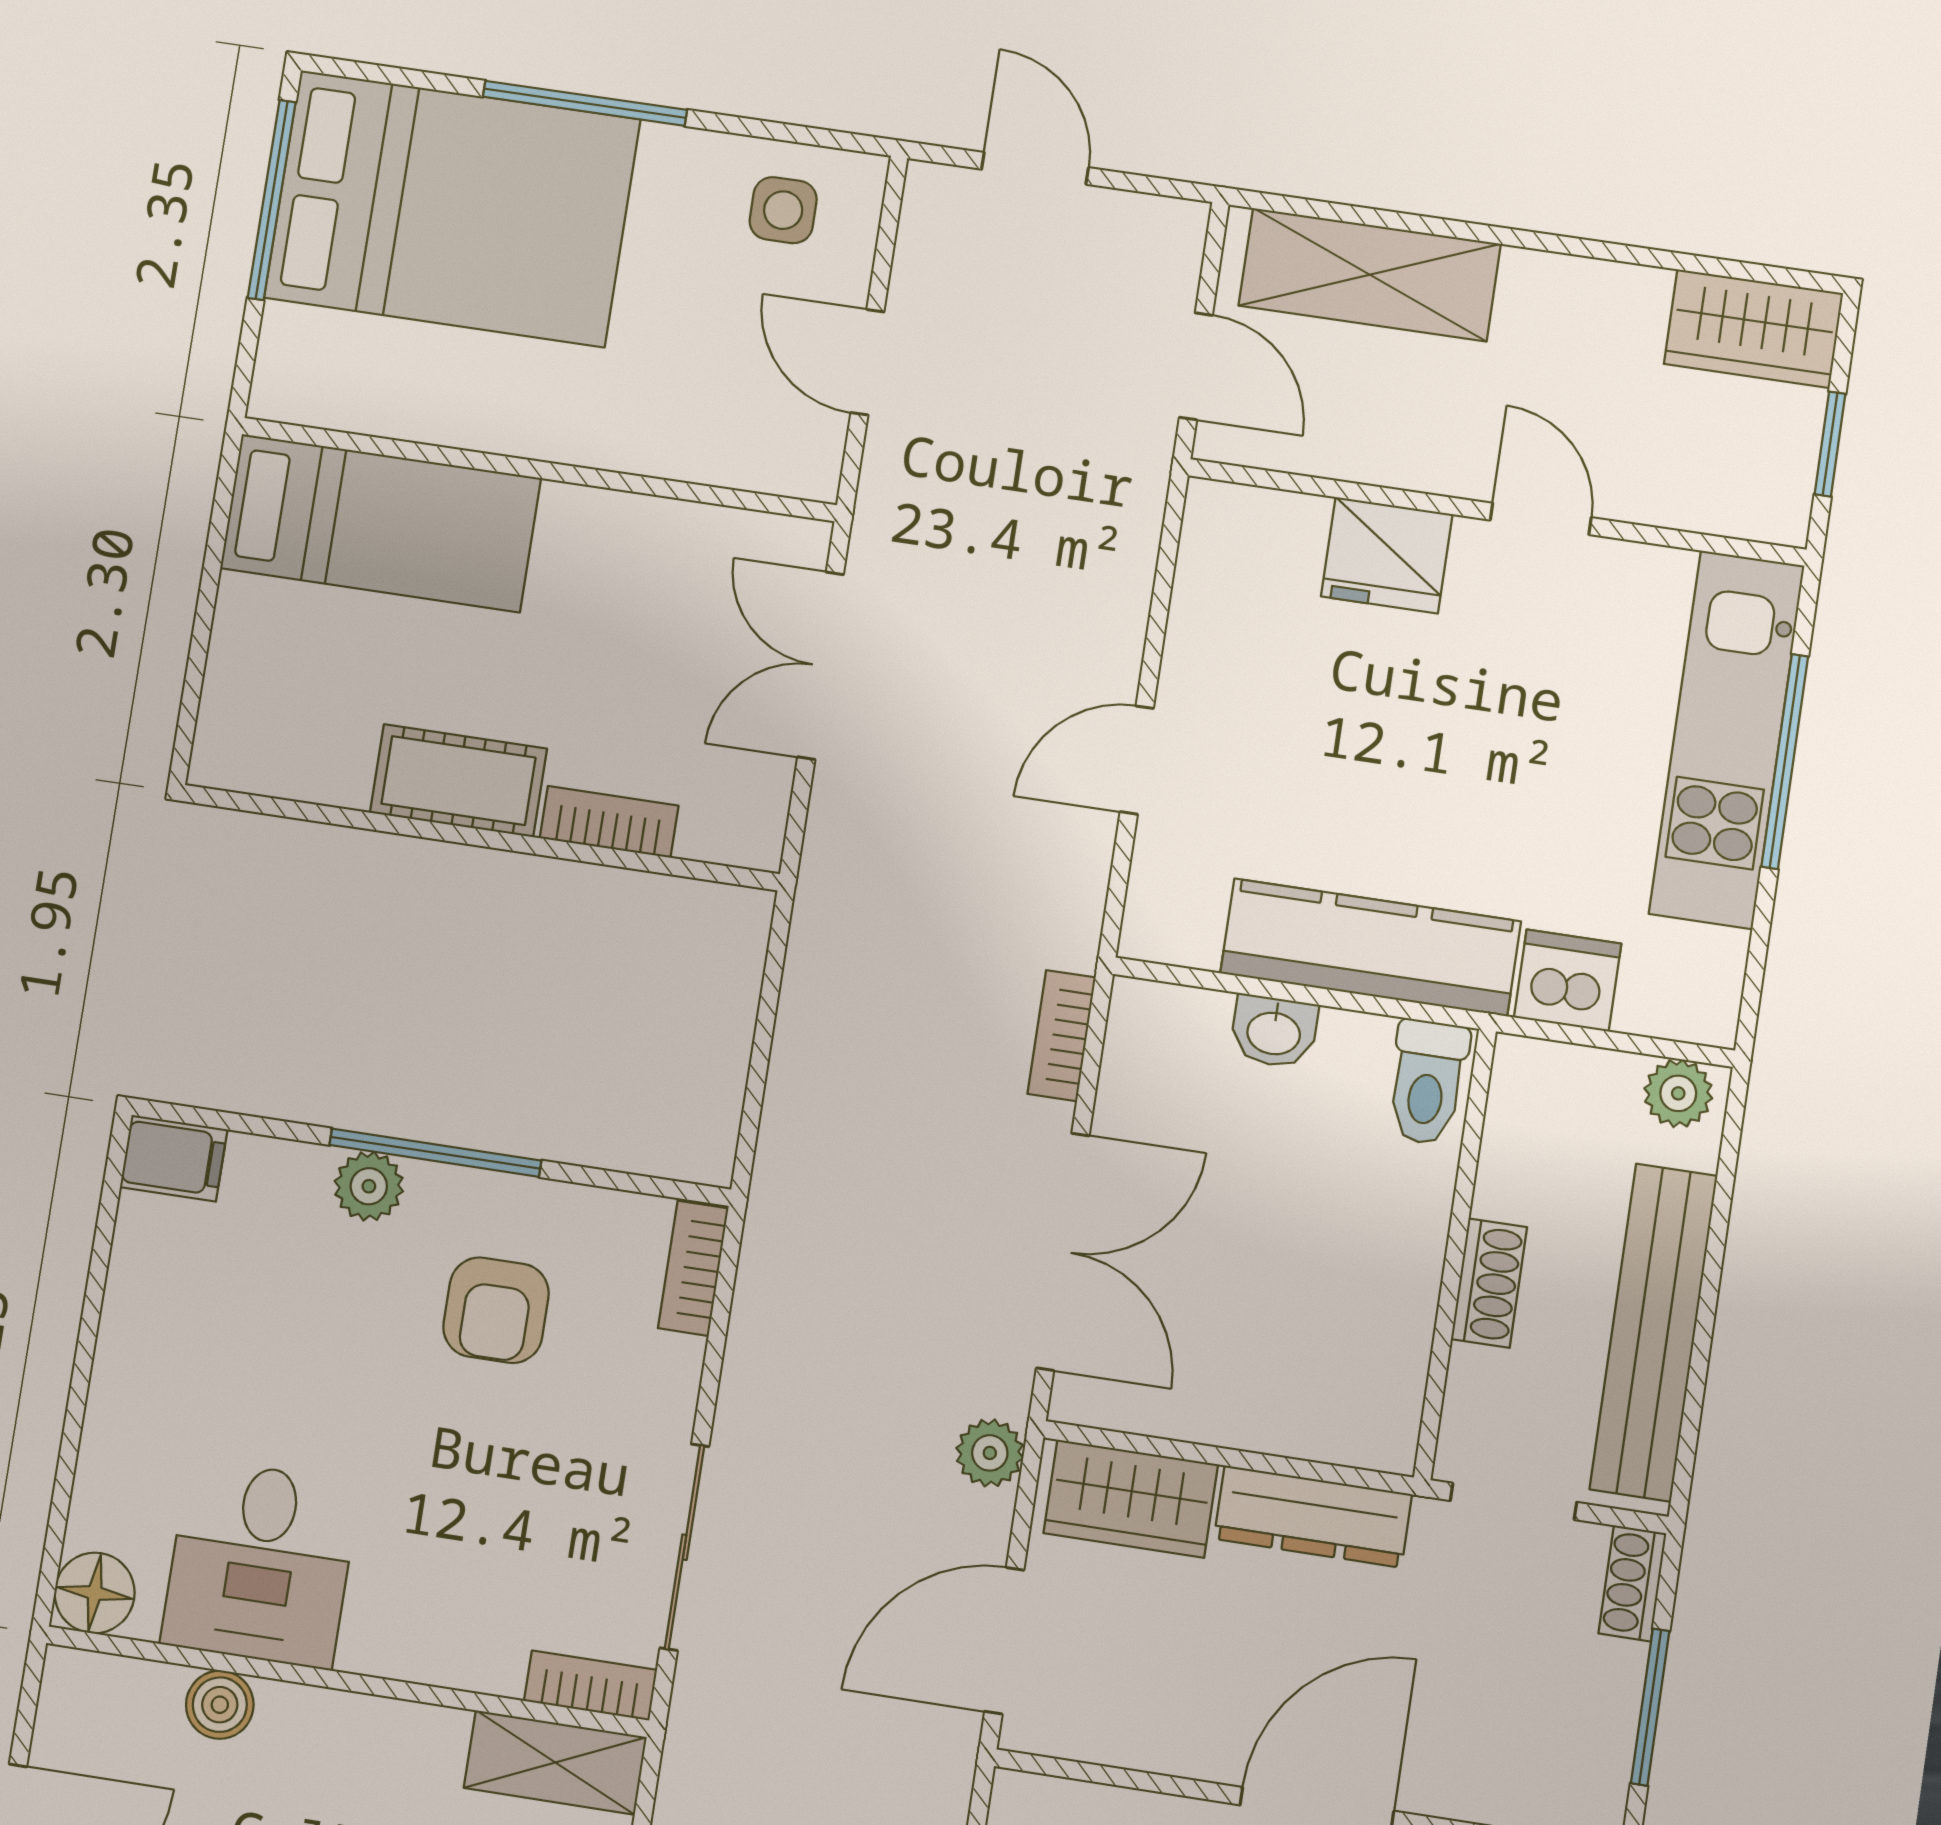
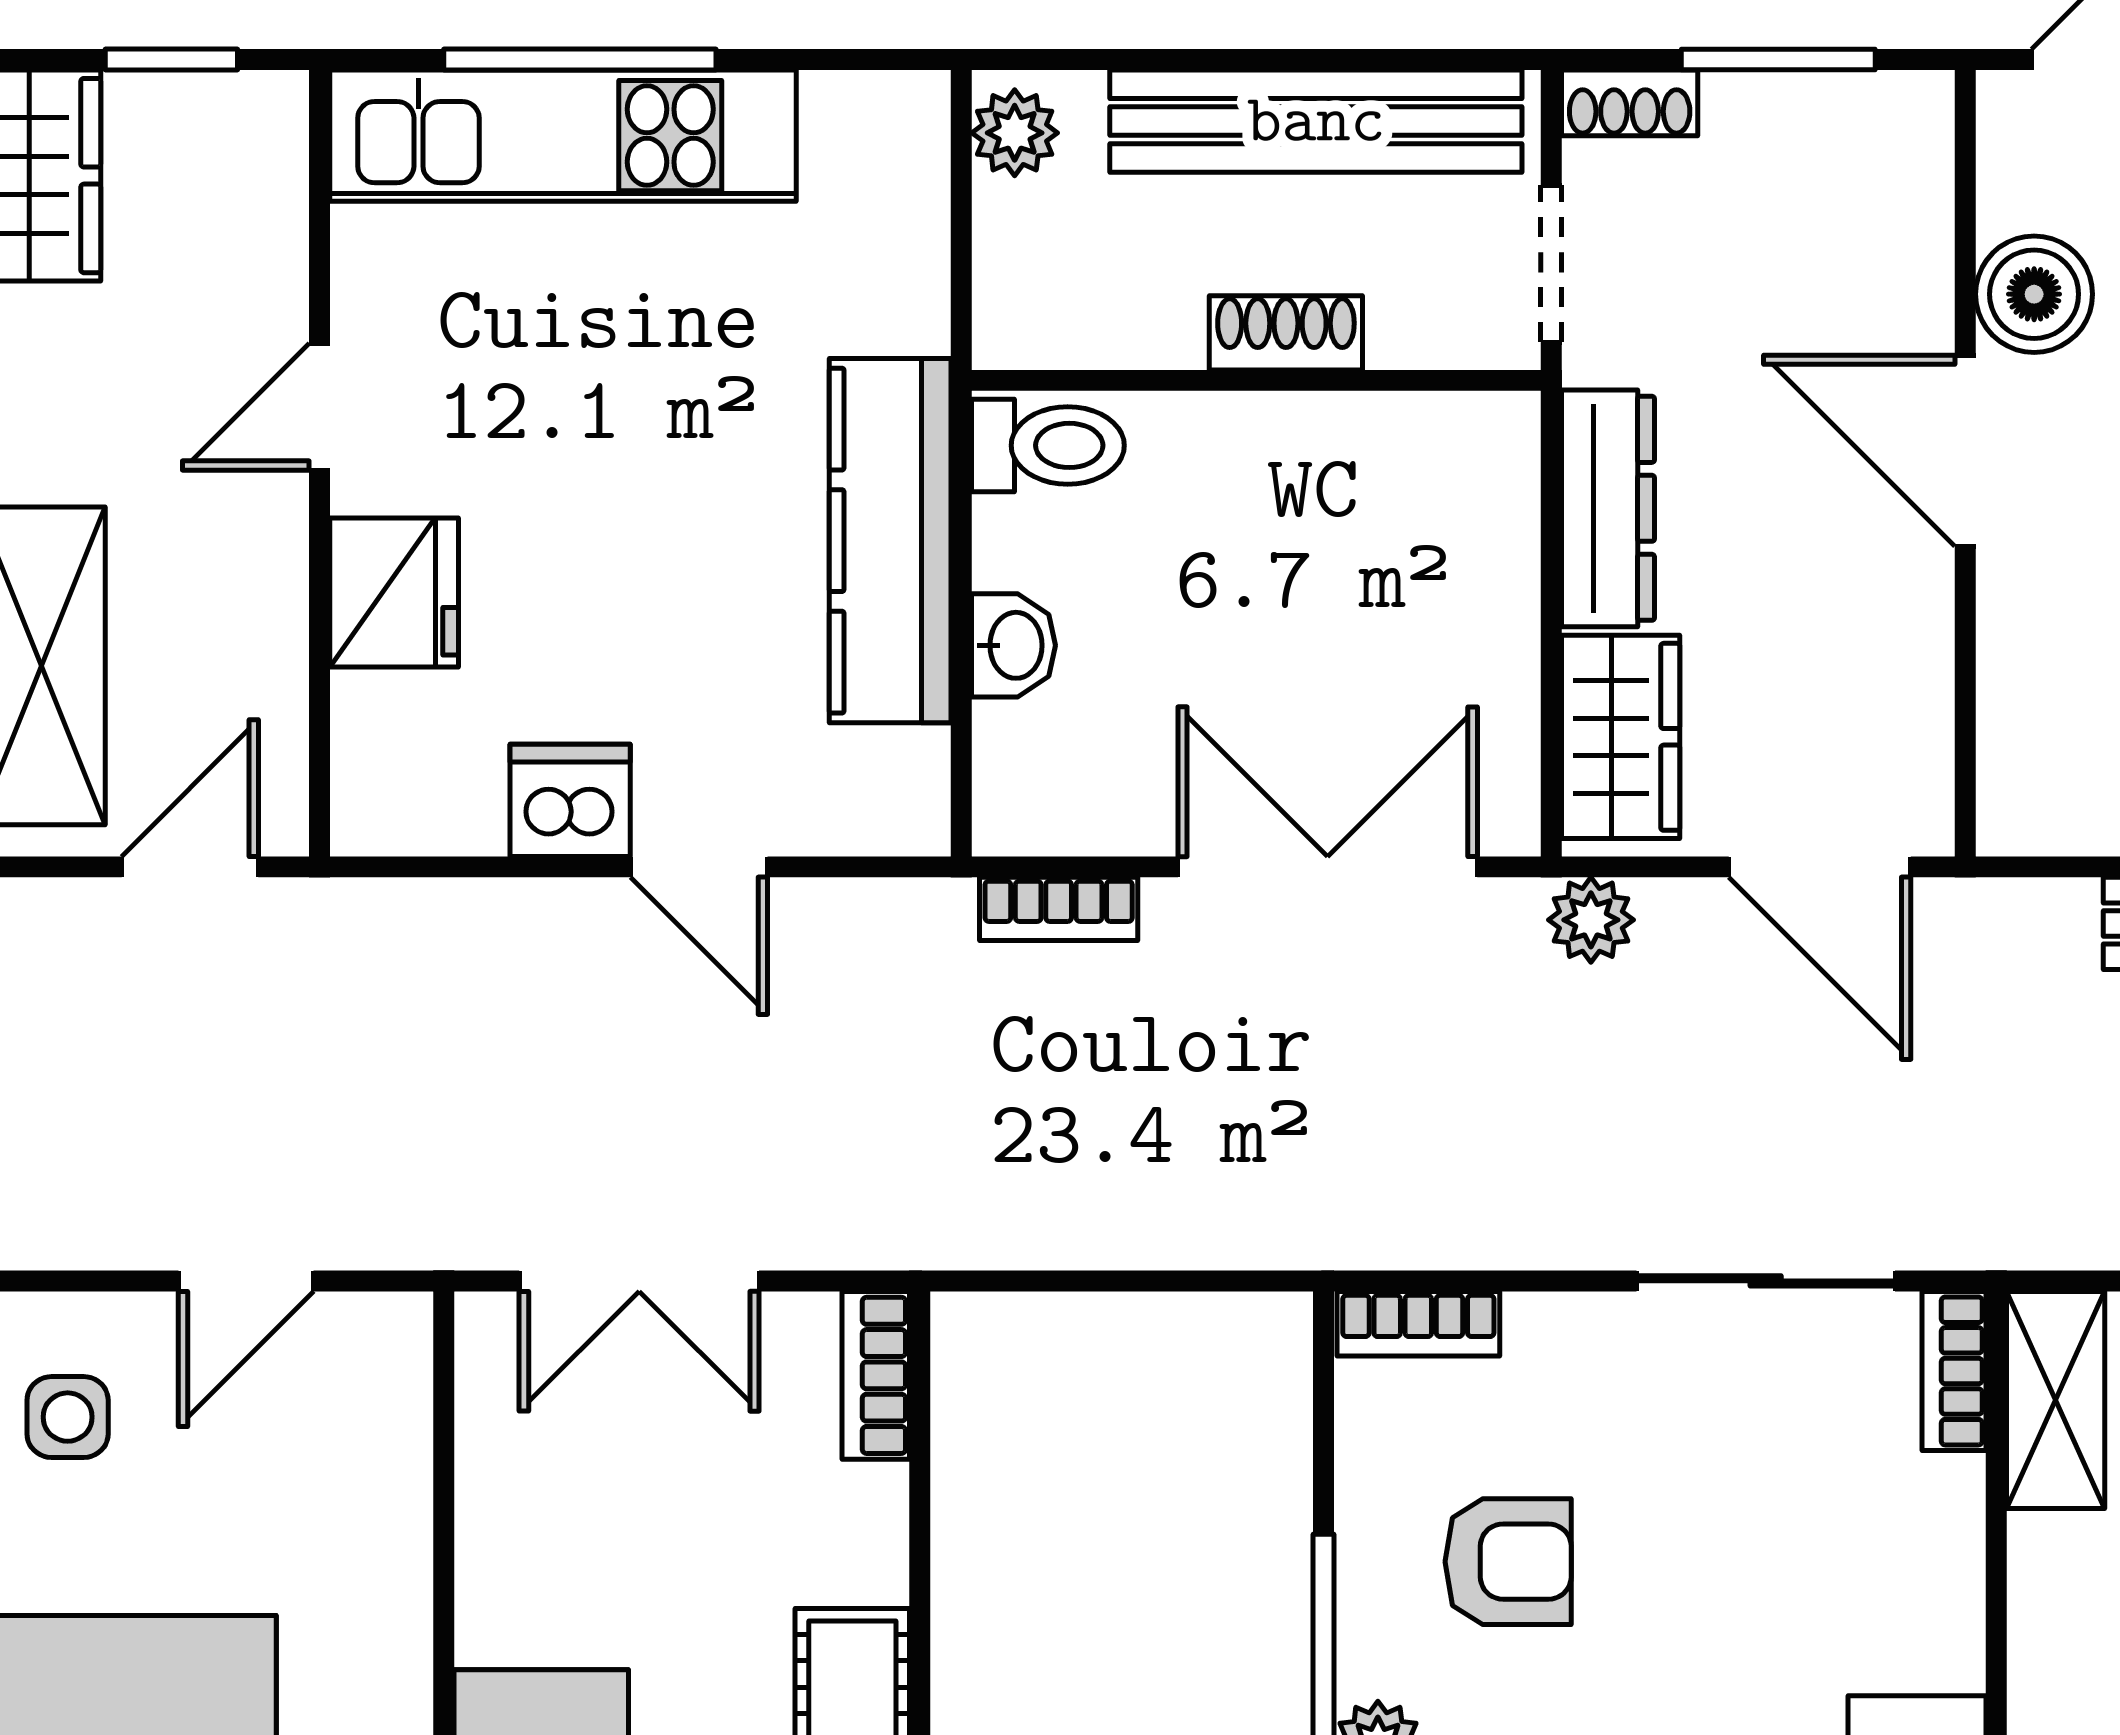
bookcase: (609, 822) -> (876, 1375), moved
dishwasher: (1568, 981) -> (570, 800), moved, turned 90

